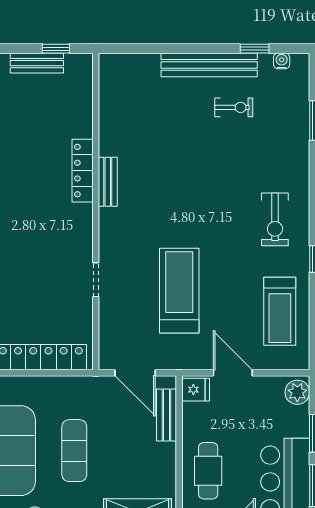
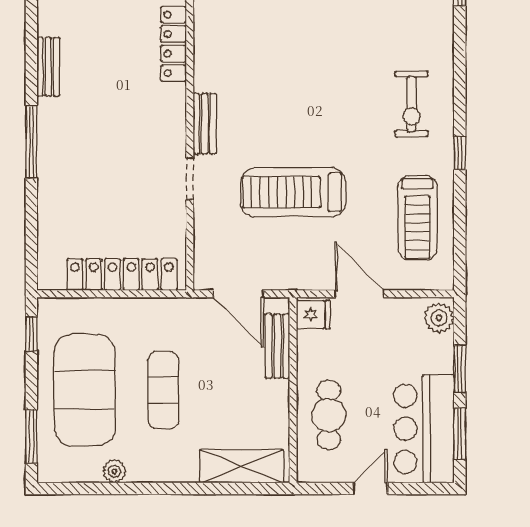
bench: (108, 182) -> (205, 124), moved
treadmill: (179, 291) -> (293, 192), turned -90

